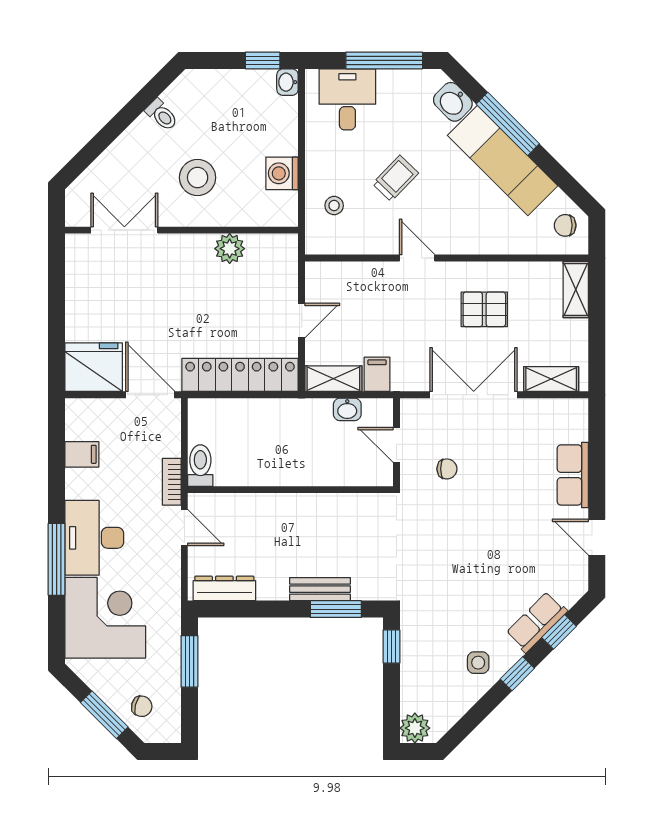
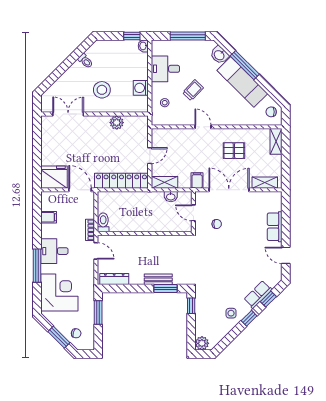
desk: (347, 99) -> (165, 69), moved, turned -90
filing cabinet: (377, 374) -> (197, 180), moved
desk: (94, 538) -> (54, 251), width x0.73

